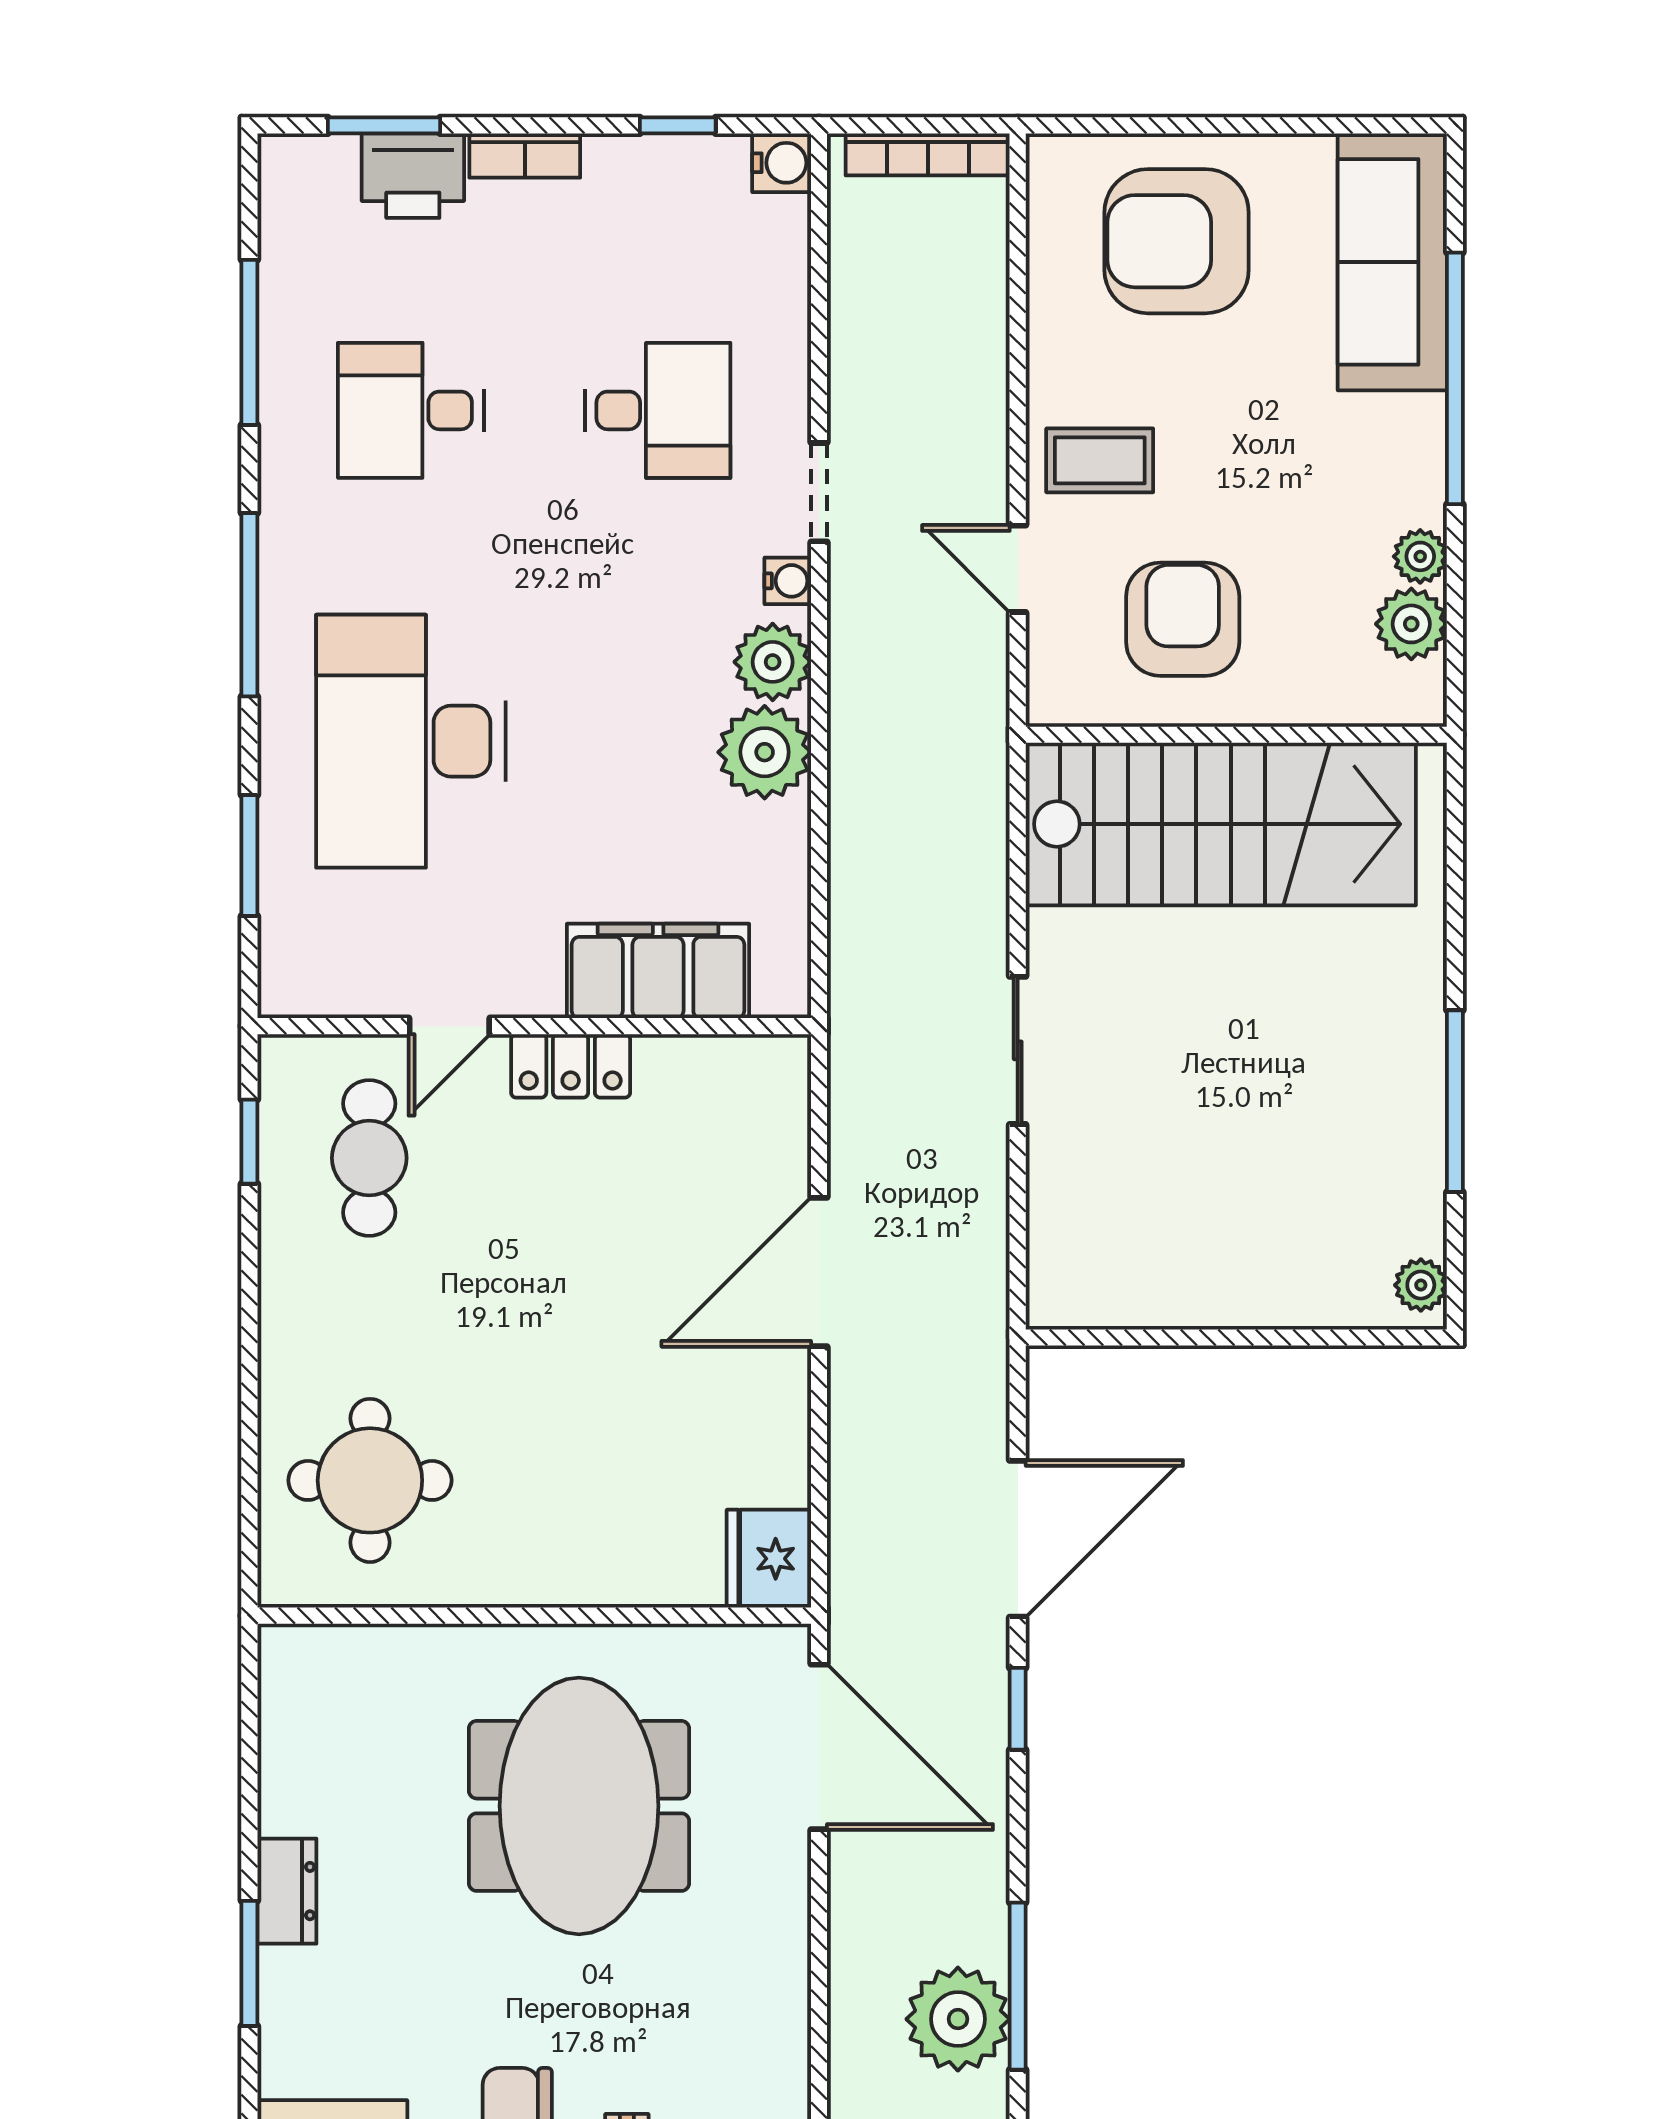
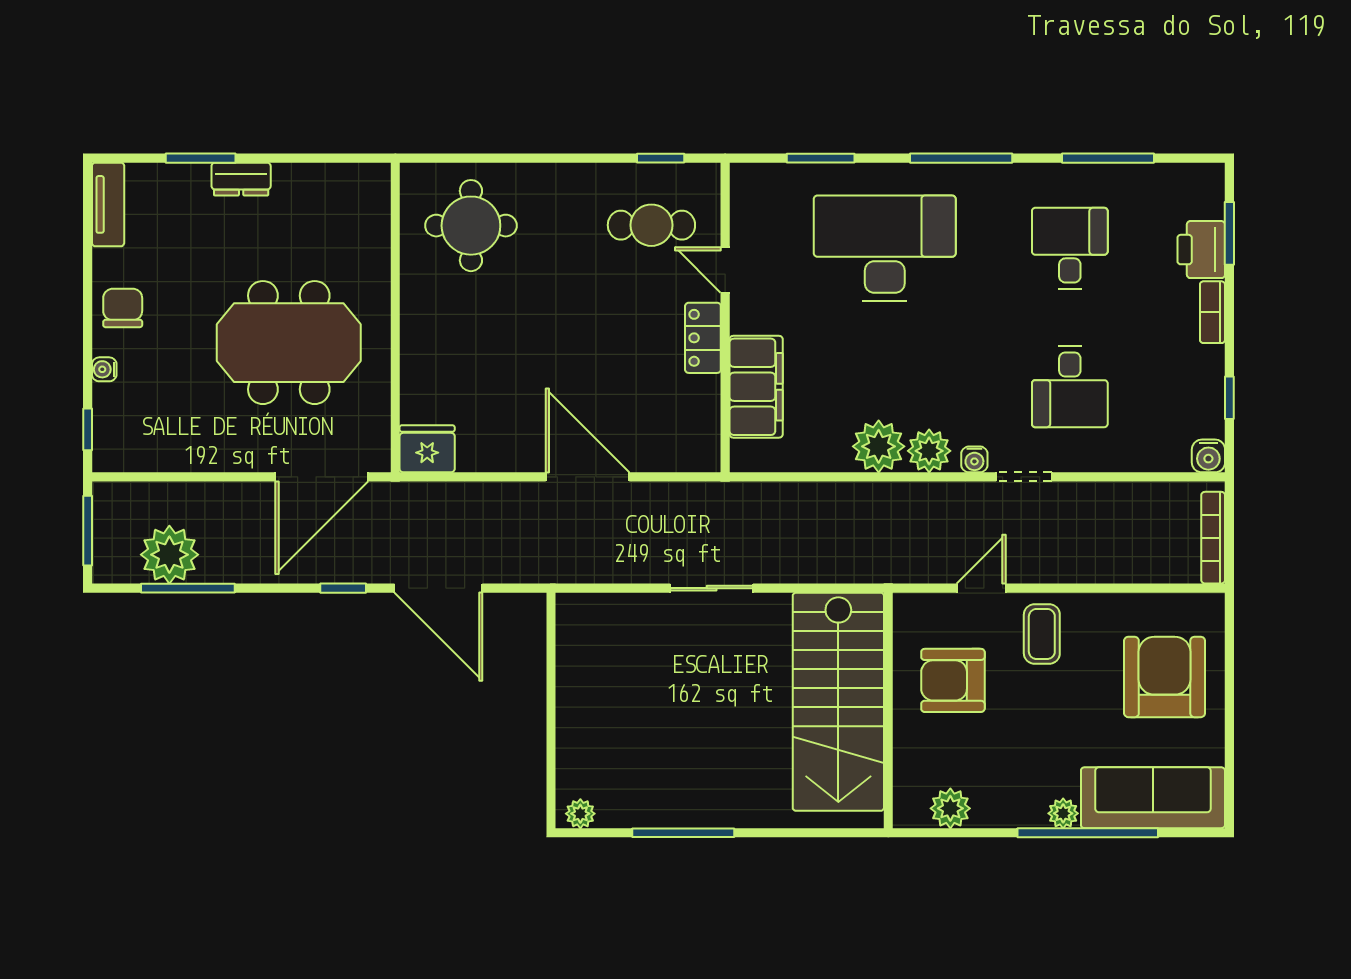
plant: (1420, 556) -> (1063, 813), moved
armchair: (1183, 619) -> (953, 680), turned 180

